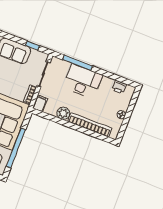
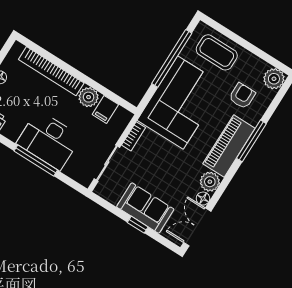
window: (33, 46) -> (138, 225), moved
window: (77, 63) -> (36, 160), moved
filing cabinet: (40, 103) -> (105, 109), moved

